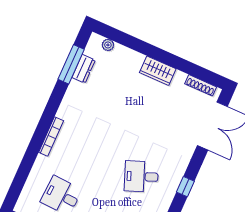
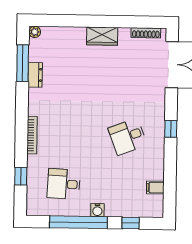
plant: (108, 45) -> (35, 32), moved
dresser: (84, 69) -> (35, 75), moved
window: (24, 171) -> (21, 176), added

